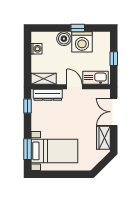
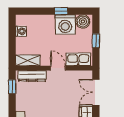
boiler: (64, 39) -> (83, 21), moved

